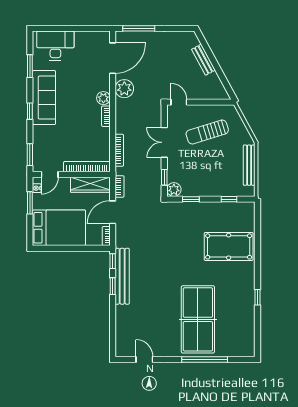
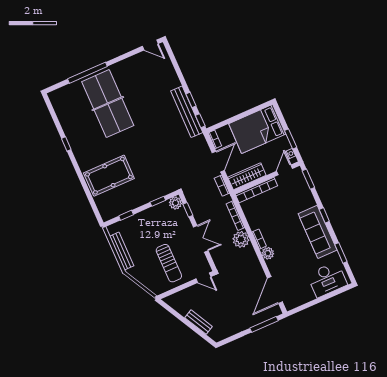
plant: (124, 89) -> (241, 239), moved
sun lounger: (207, 132) -> (169, 263), turned 107
door: (144, 359) -> (150, 45), moved

